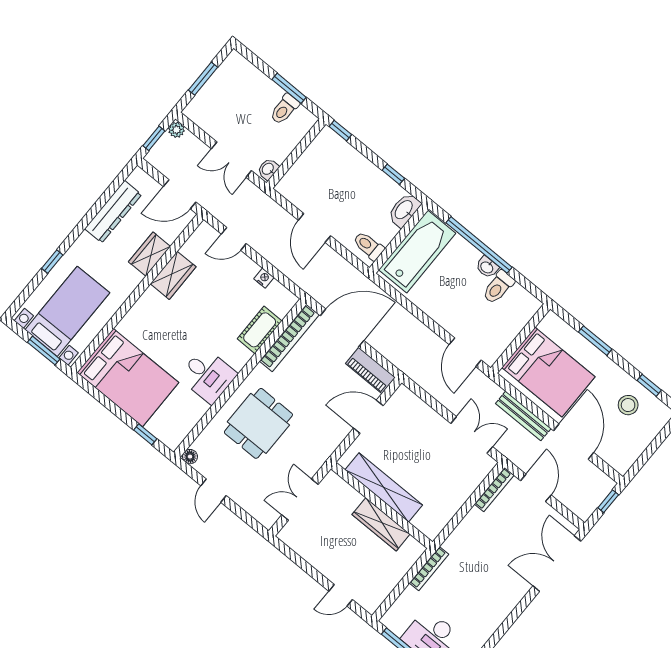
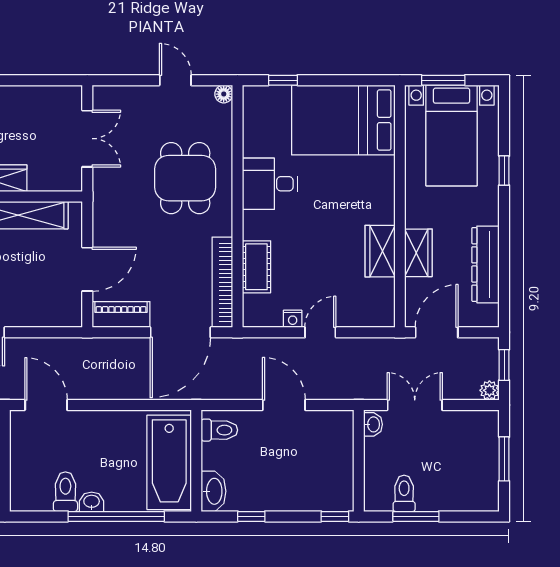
door: (234, 239) -> (320, 332), moved

